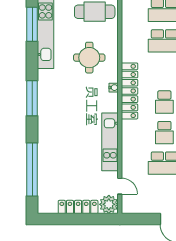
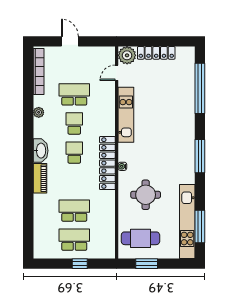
door: (120, 186) -> (117, 73), hinge flipped

